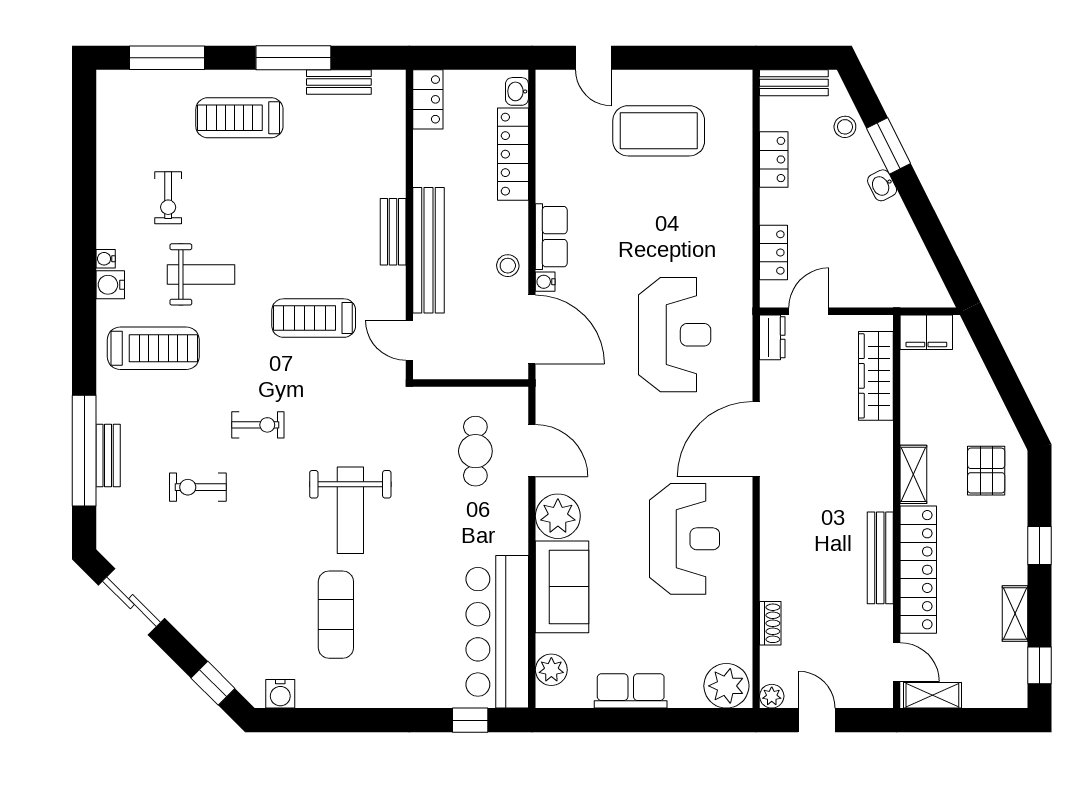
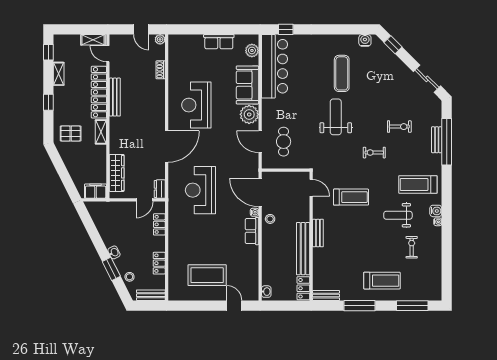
bench: (339, 82) -> (326, 296), moved
locker: (513, 154) -> (268, 265), removed
bench: (429, 250) -> (303, 249), moved
pallet: (986, 471) -> (71, 133), turned 90
plant: (726, 686) -> (179, 44), removed

